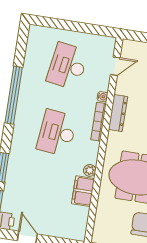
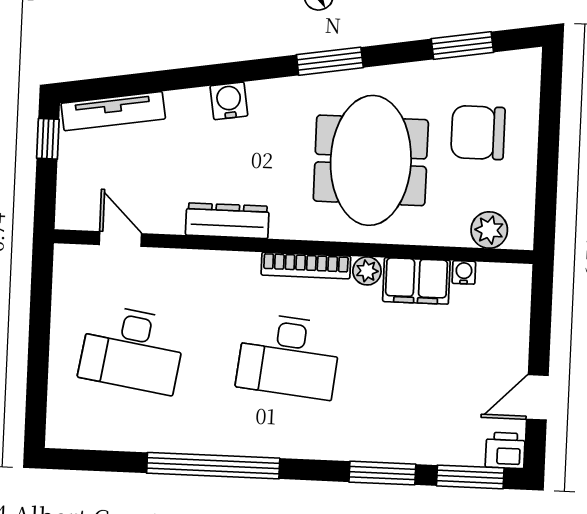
water cooler: (102, 97) -> (464, 272), moved
bookcase: (99, 122) -> (306, 266), moved
plant: (101, 225) -> (489, 230), added

